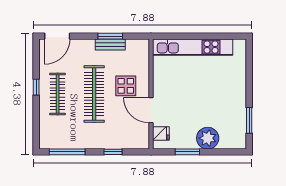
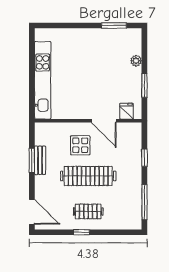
clothes rail: (58, 94) -> (88, 211), width x0.73
door: (151, 110) -> (104, 121), hinge flipped
plant: (208, 138) -> (136, 61), width x0.53, depth x0.53

